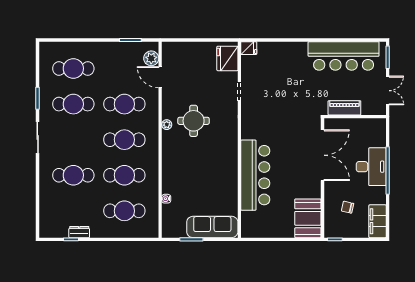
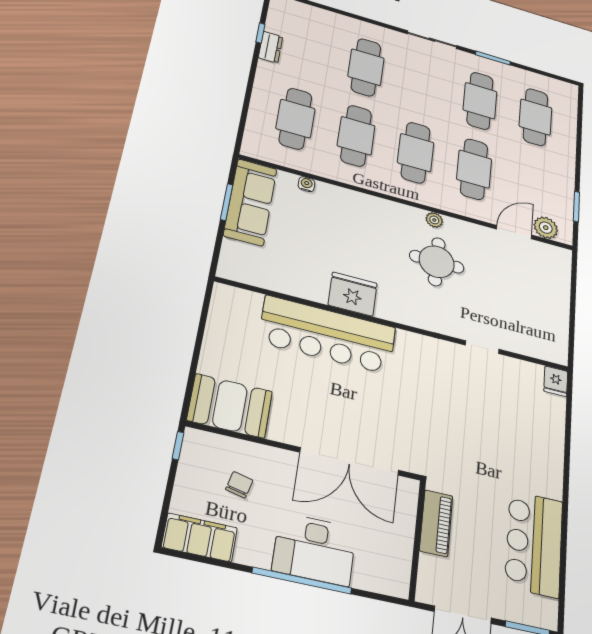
bar counter: (344, 56) -> (534, 544), width x0.73
fridge: (227, 58) -> (353, 294), moved
sofa: (212, 227) -> (250, 202), moved

